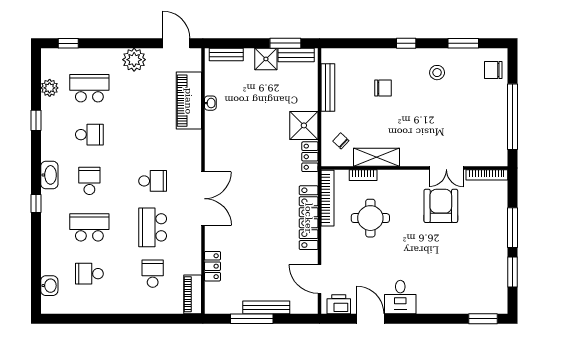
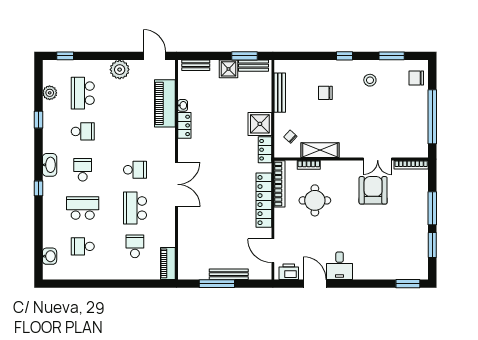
school desk: (89, 88) -> (83, 93), turned -90
chair: (383, 88) -> (325, 93), turned 180
locker: (212, 266) -> (184, 125), moved

